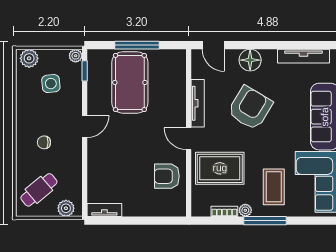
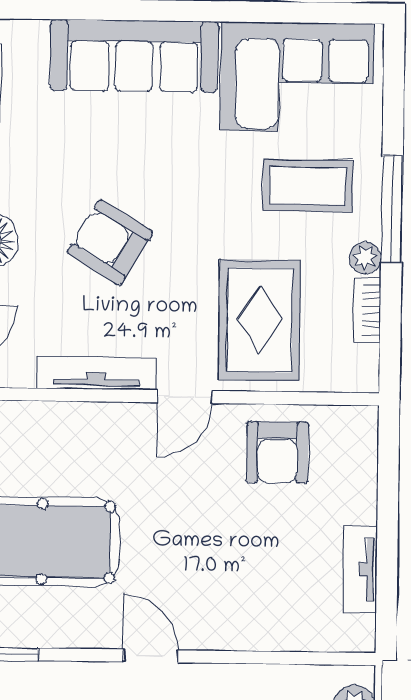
armchair: (250, 108) -> (110, 242), width x0.73, depth x0.73
tv unit: (104, 210) -> (360, 569), moved

